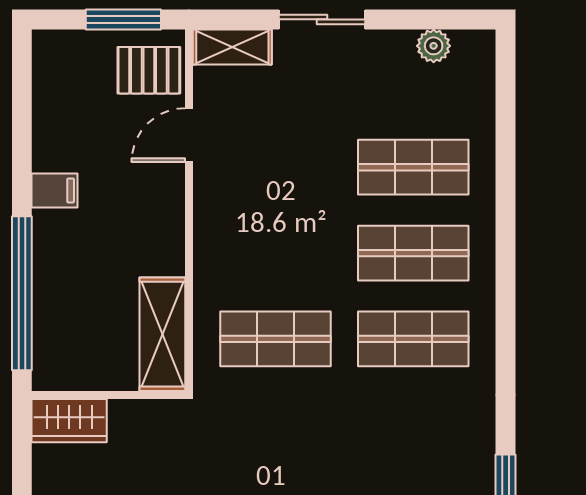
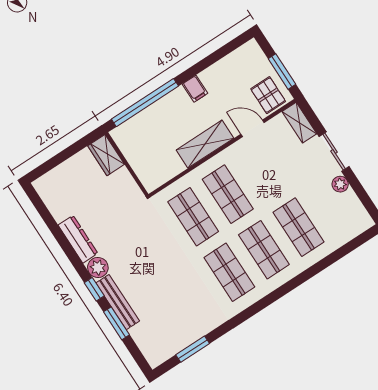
plant: (434, 46) -> (340, 184), moved
shop shelf: (275, 253) -> (228, 194), added
shelving: (162, 334) -> (205, 144), moved

